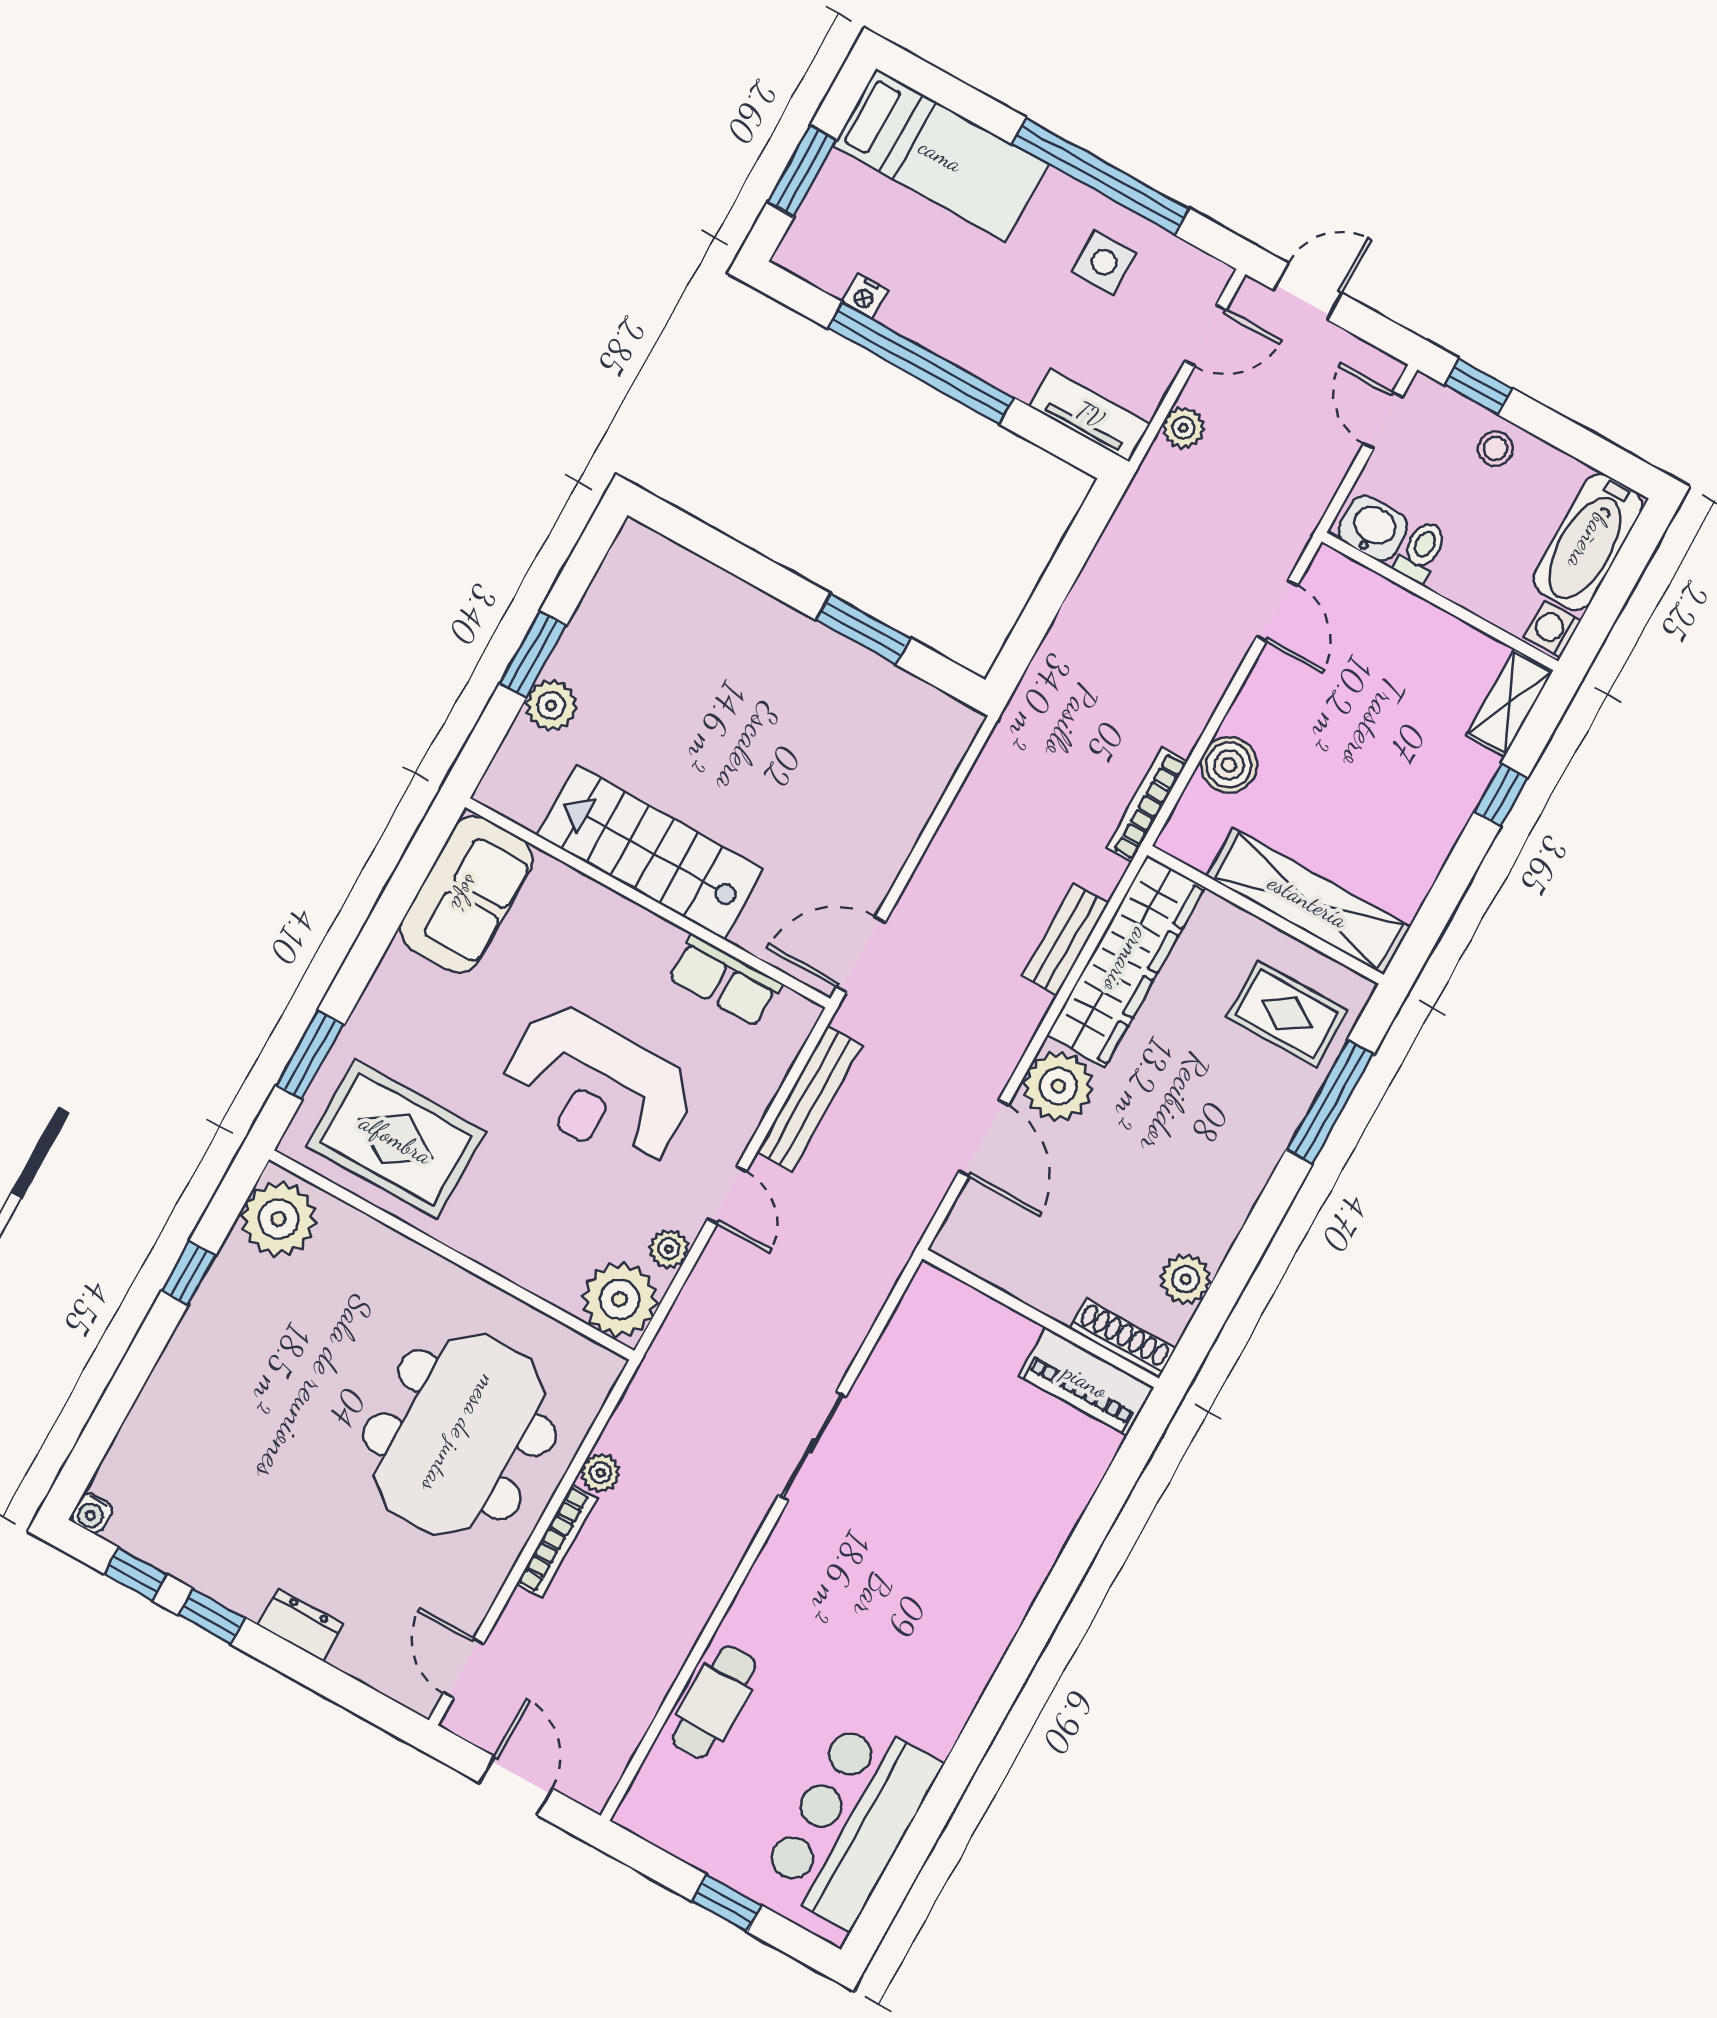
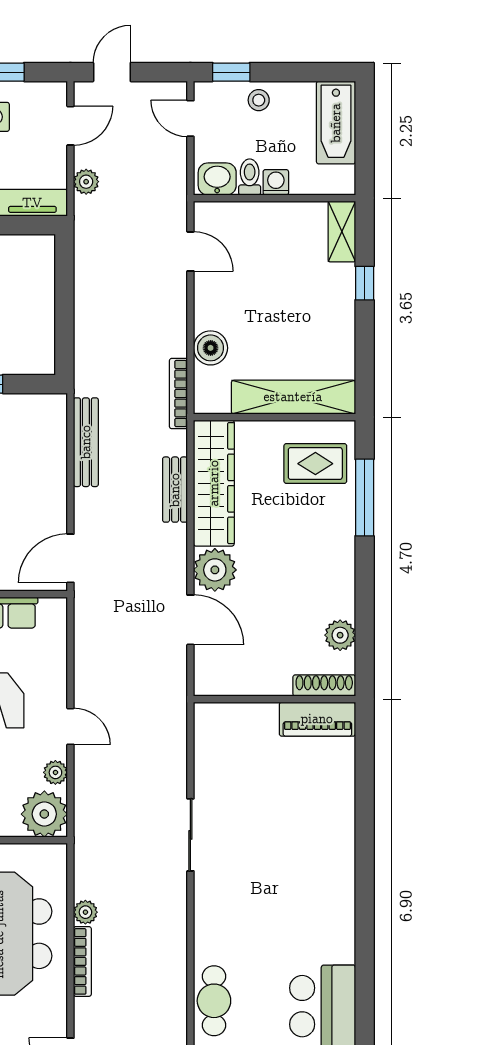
washing machine: (1553, 629) -> (276, 182), moved, turned 90
bench: (810, 1098) -> (86, 442), moved

